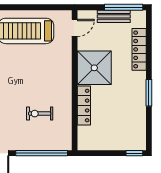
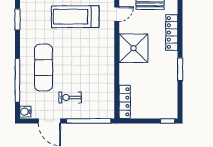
locker: (84, 106) -> (125, 102), moved
exercise bike: (40, 114) -> (70, 97), moved

